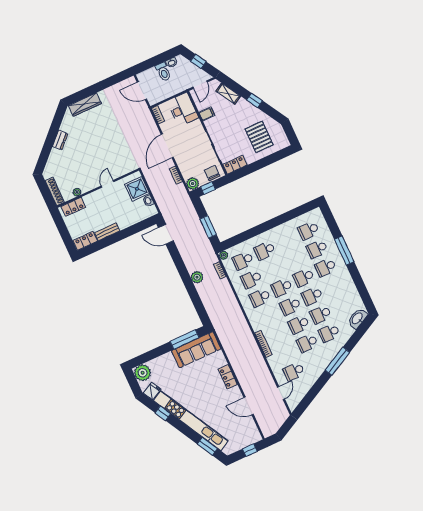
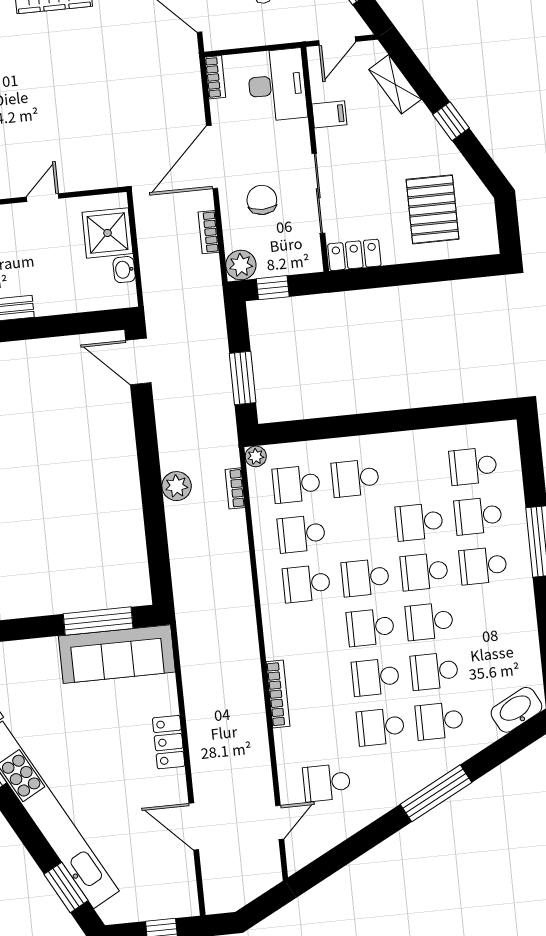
chair: (212, 173) -> (262, 200), moved
school desk: (295, 259) -> (419, 522), added

